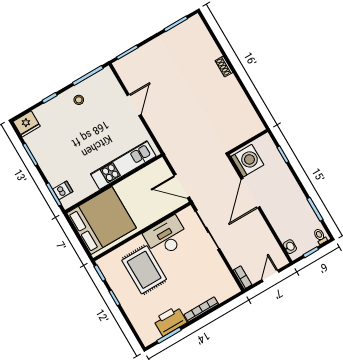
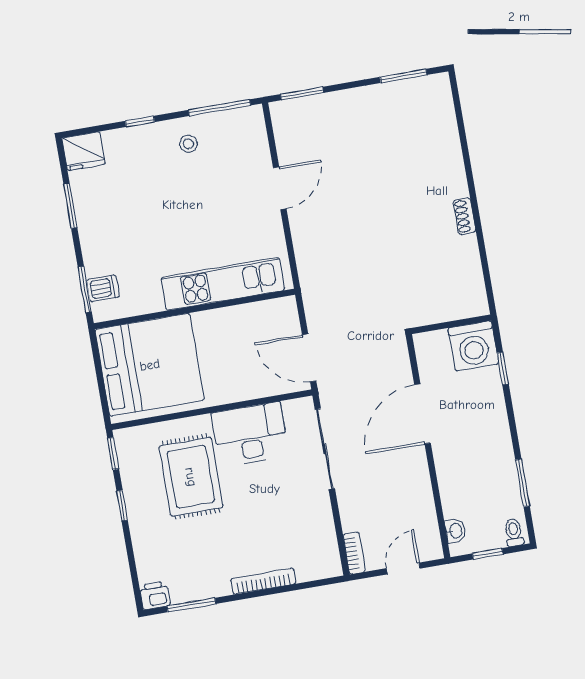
shoe rack: (224, 67) -> (465, 216), moved
washing machine: (247, 161) -> (473, 346), moved, turned 90
printer: (170, 321) -> (155, 595), moved, width x0.53, depth x0.68

